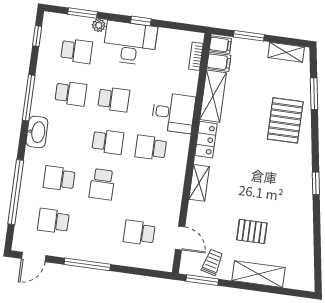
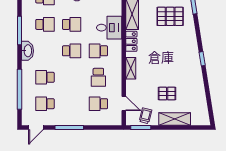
pallet: (285, 120) -> (170, 16), moved, turned 90
school desk: (102, 184) -> (98, 77), moved

